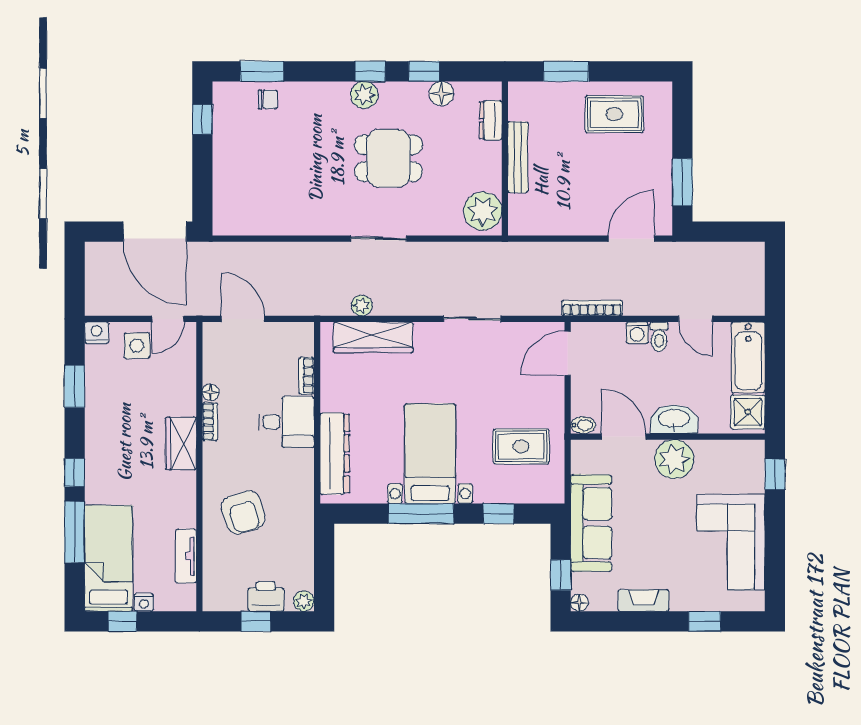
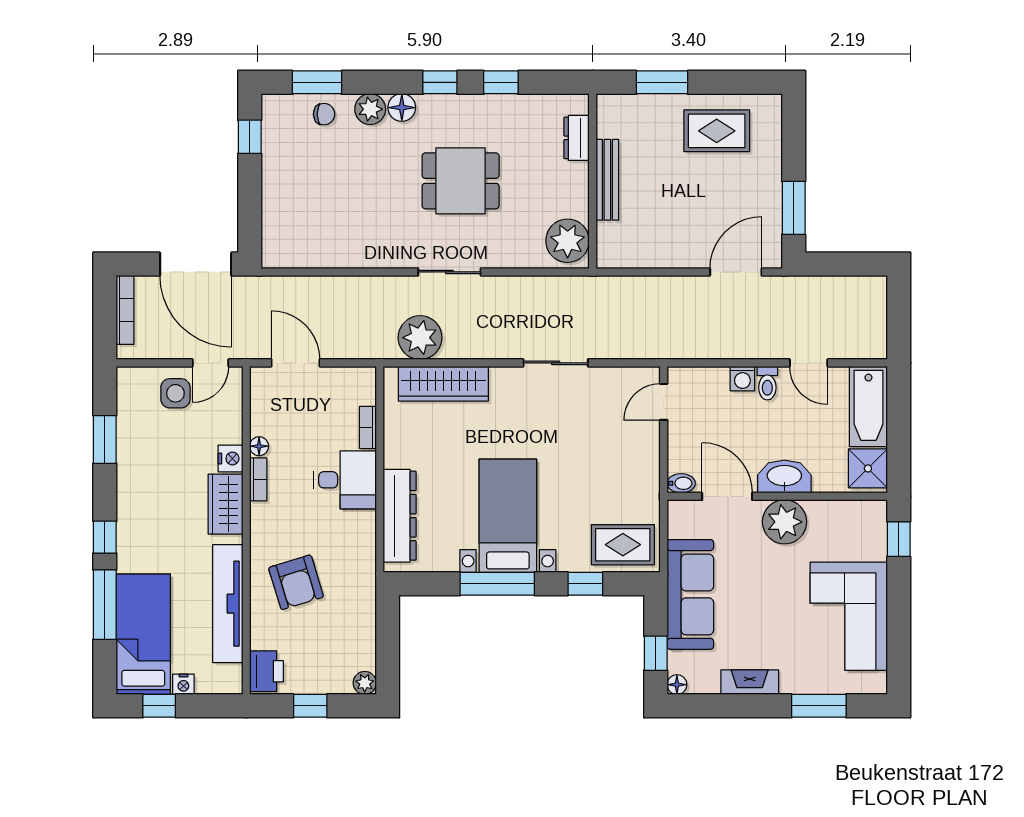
floor lamp: (441, 94) -> (402, 108), moved
plant: (364, 95) -> (370, 109), moved
plant: (362, 305) -> (420, 338), width x1.88, depth x1.88
bookcase: (592, 308) -> (125, 310), moved, turned 90
nightstand: (96, 333) -> (230, 459), moved, turned 90
door: (568, 353) -> (664, 402), width x0.73
rug: (521, 446) -> (623, 545), moved
tv unit: (186, 556) -> (228, 604), width x1.92, depth x1.29
printer: (266, 596) -> (267, 671), moved, turned 90
window: (705, 621) -> (819, 706), width x1.50

